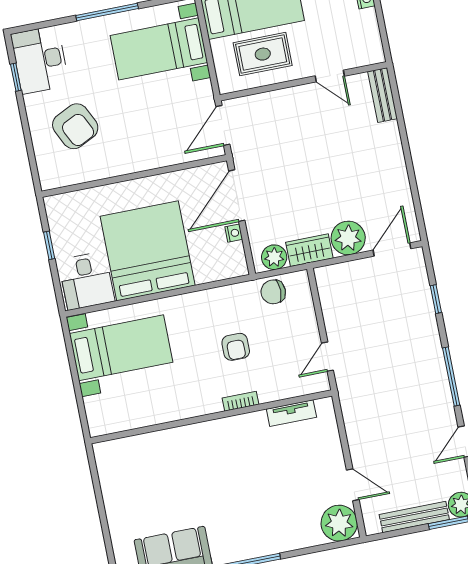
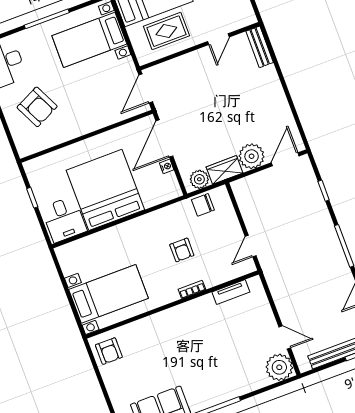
door: (330, 76) -> (218, 39), hinge flipped
bed with nightstands: (121, 348) -> (109, 294), moved
armchair: (117, 465) -> (109, 351), added

